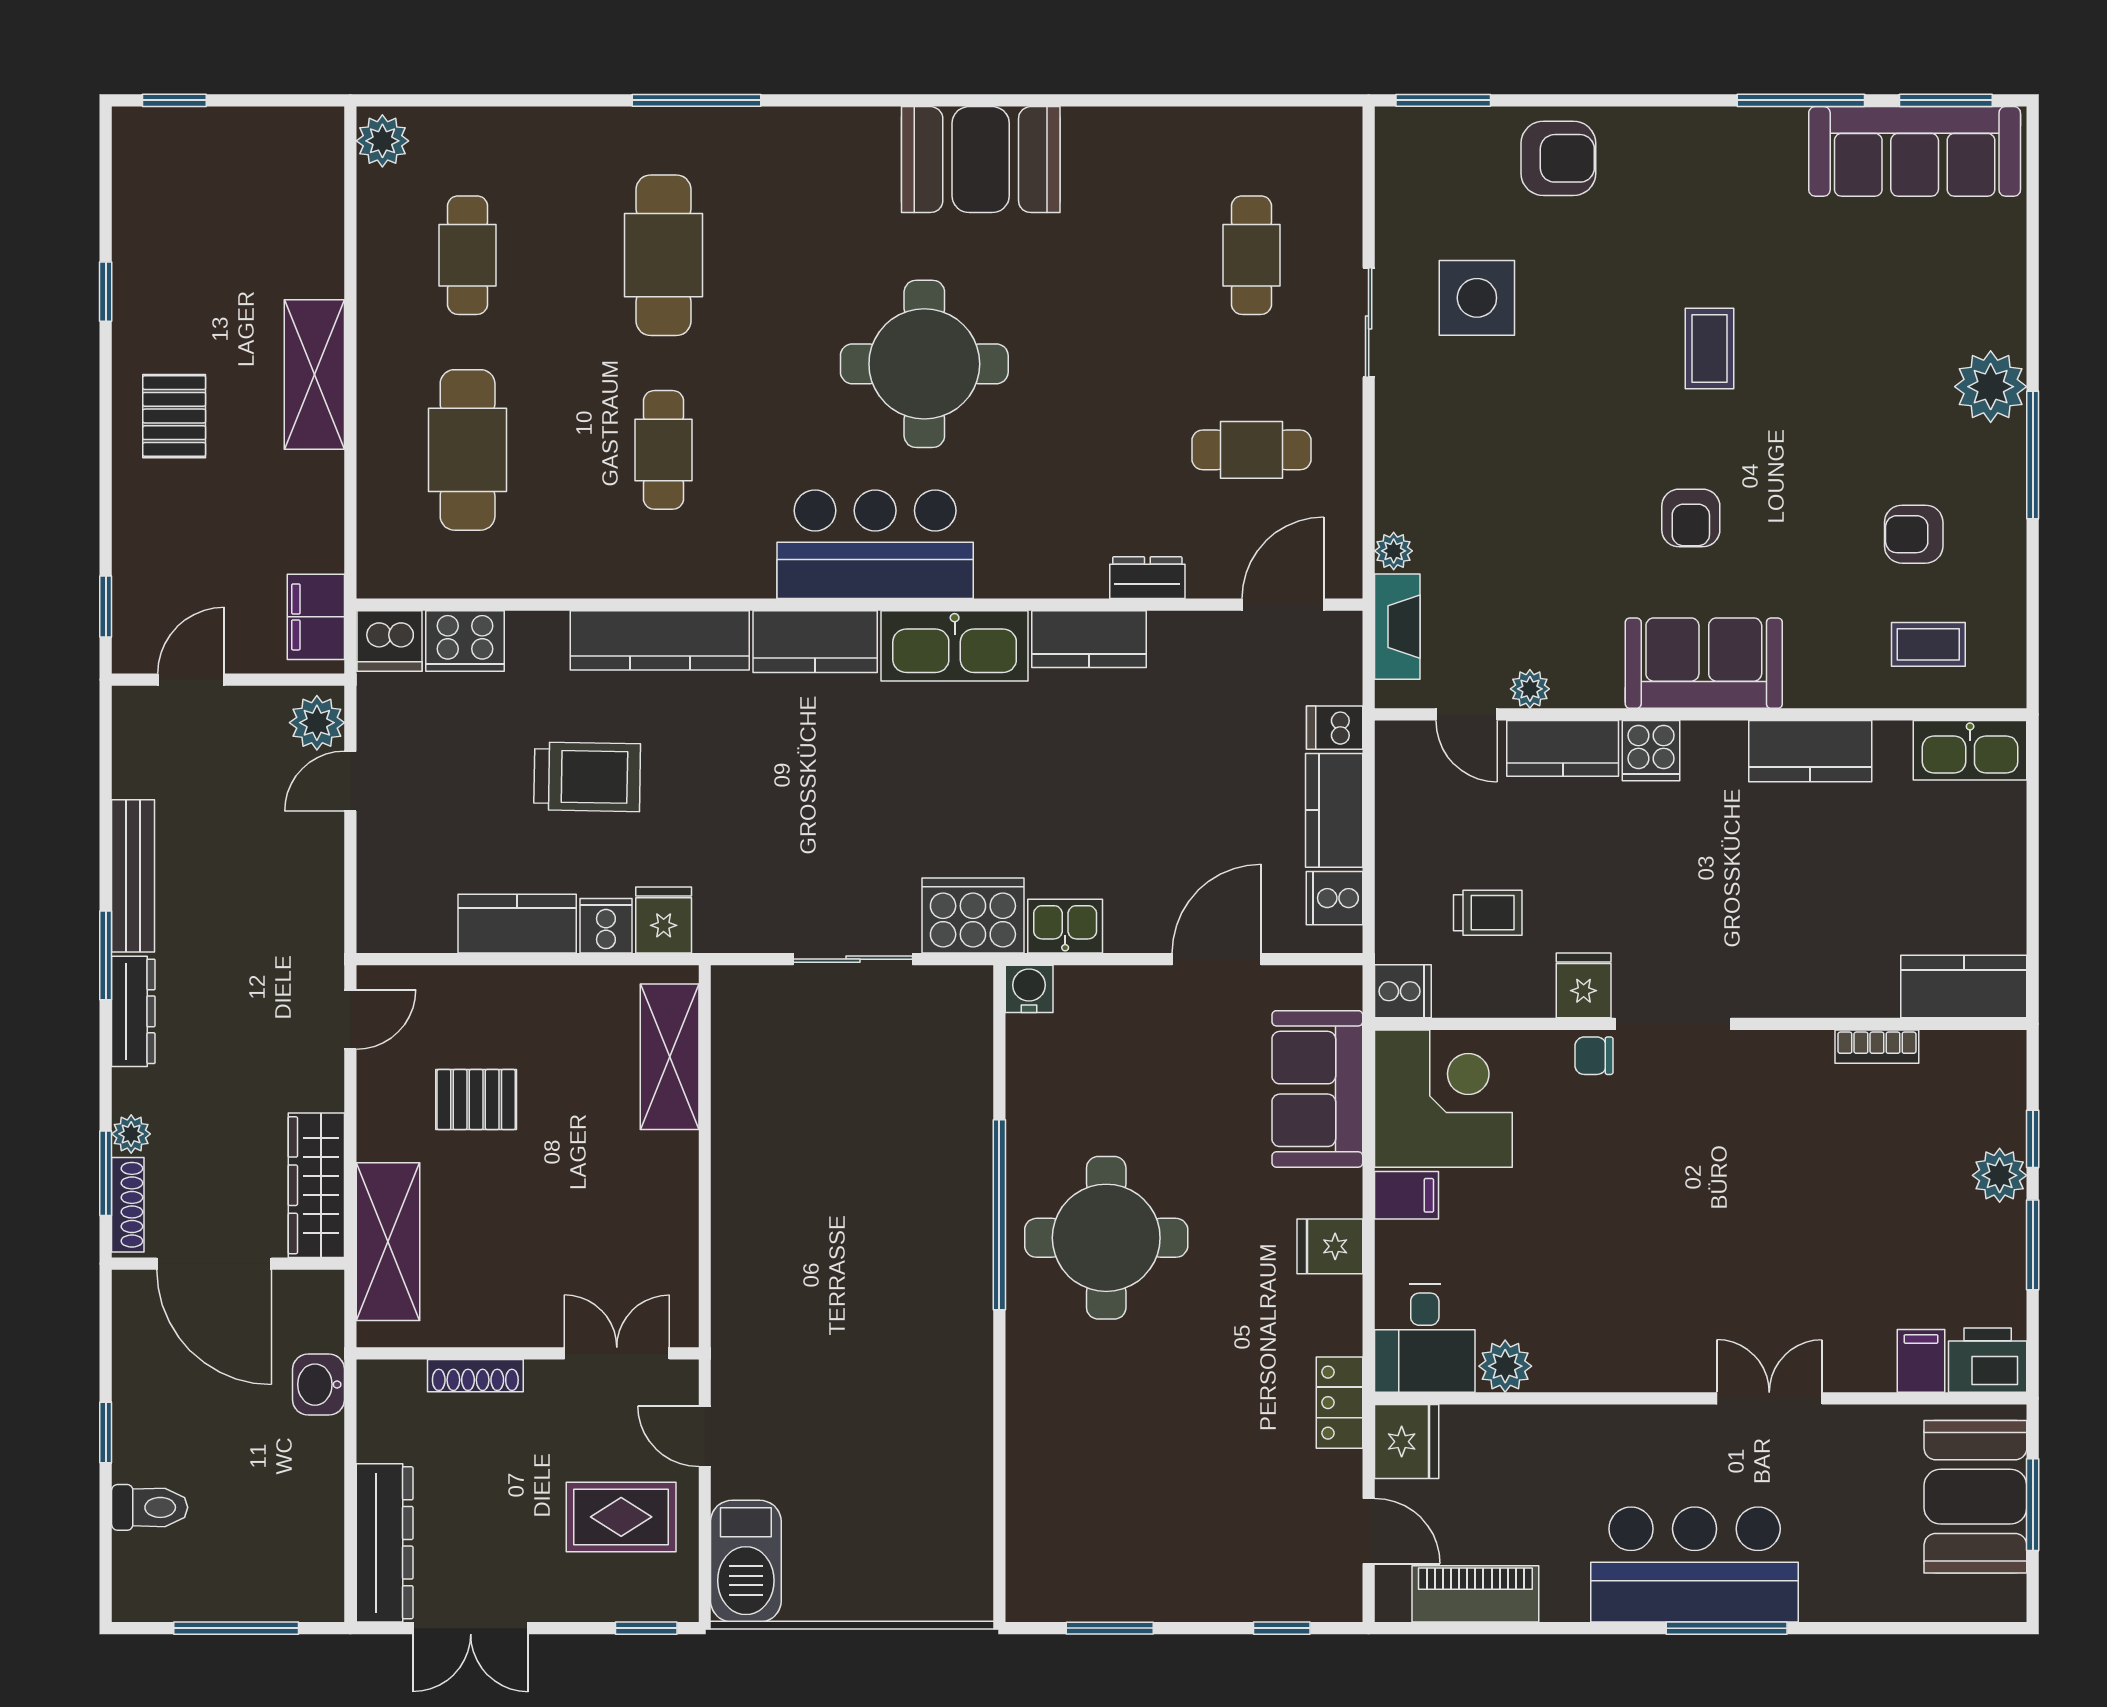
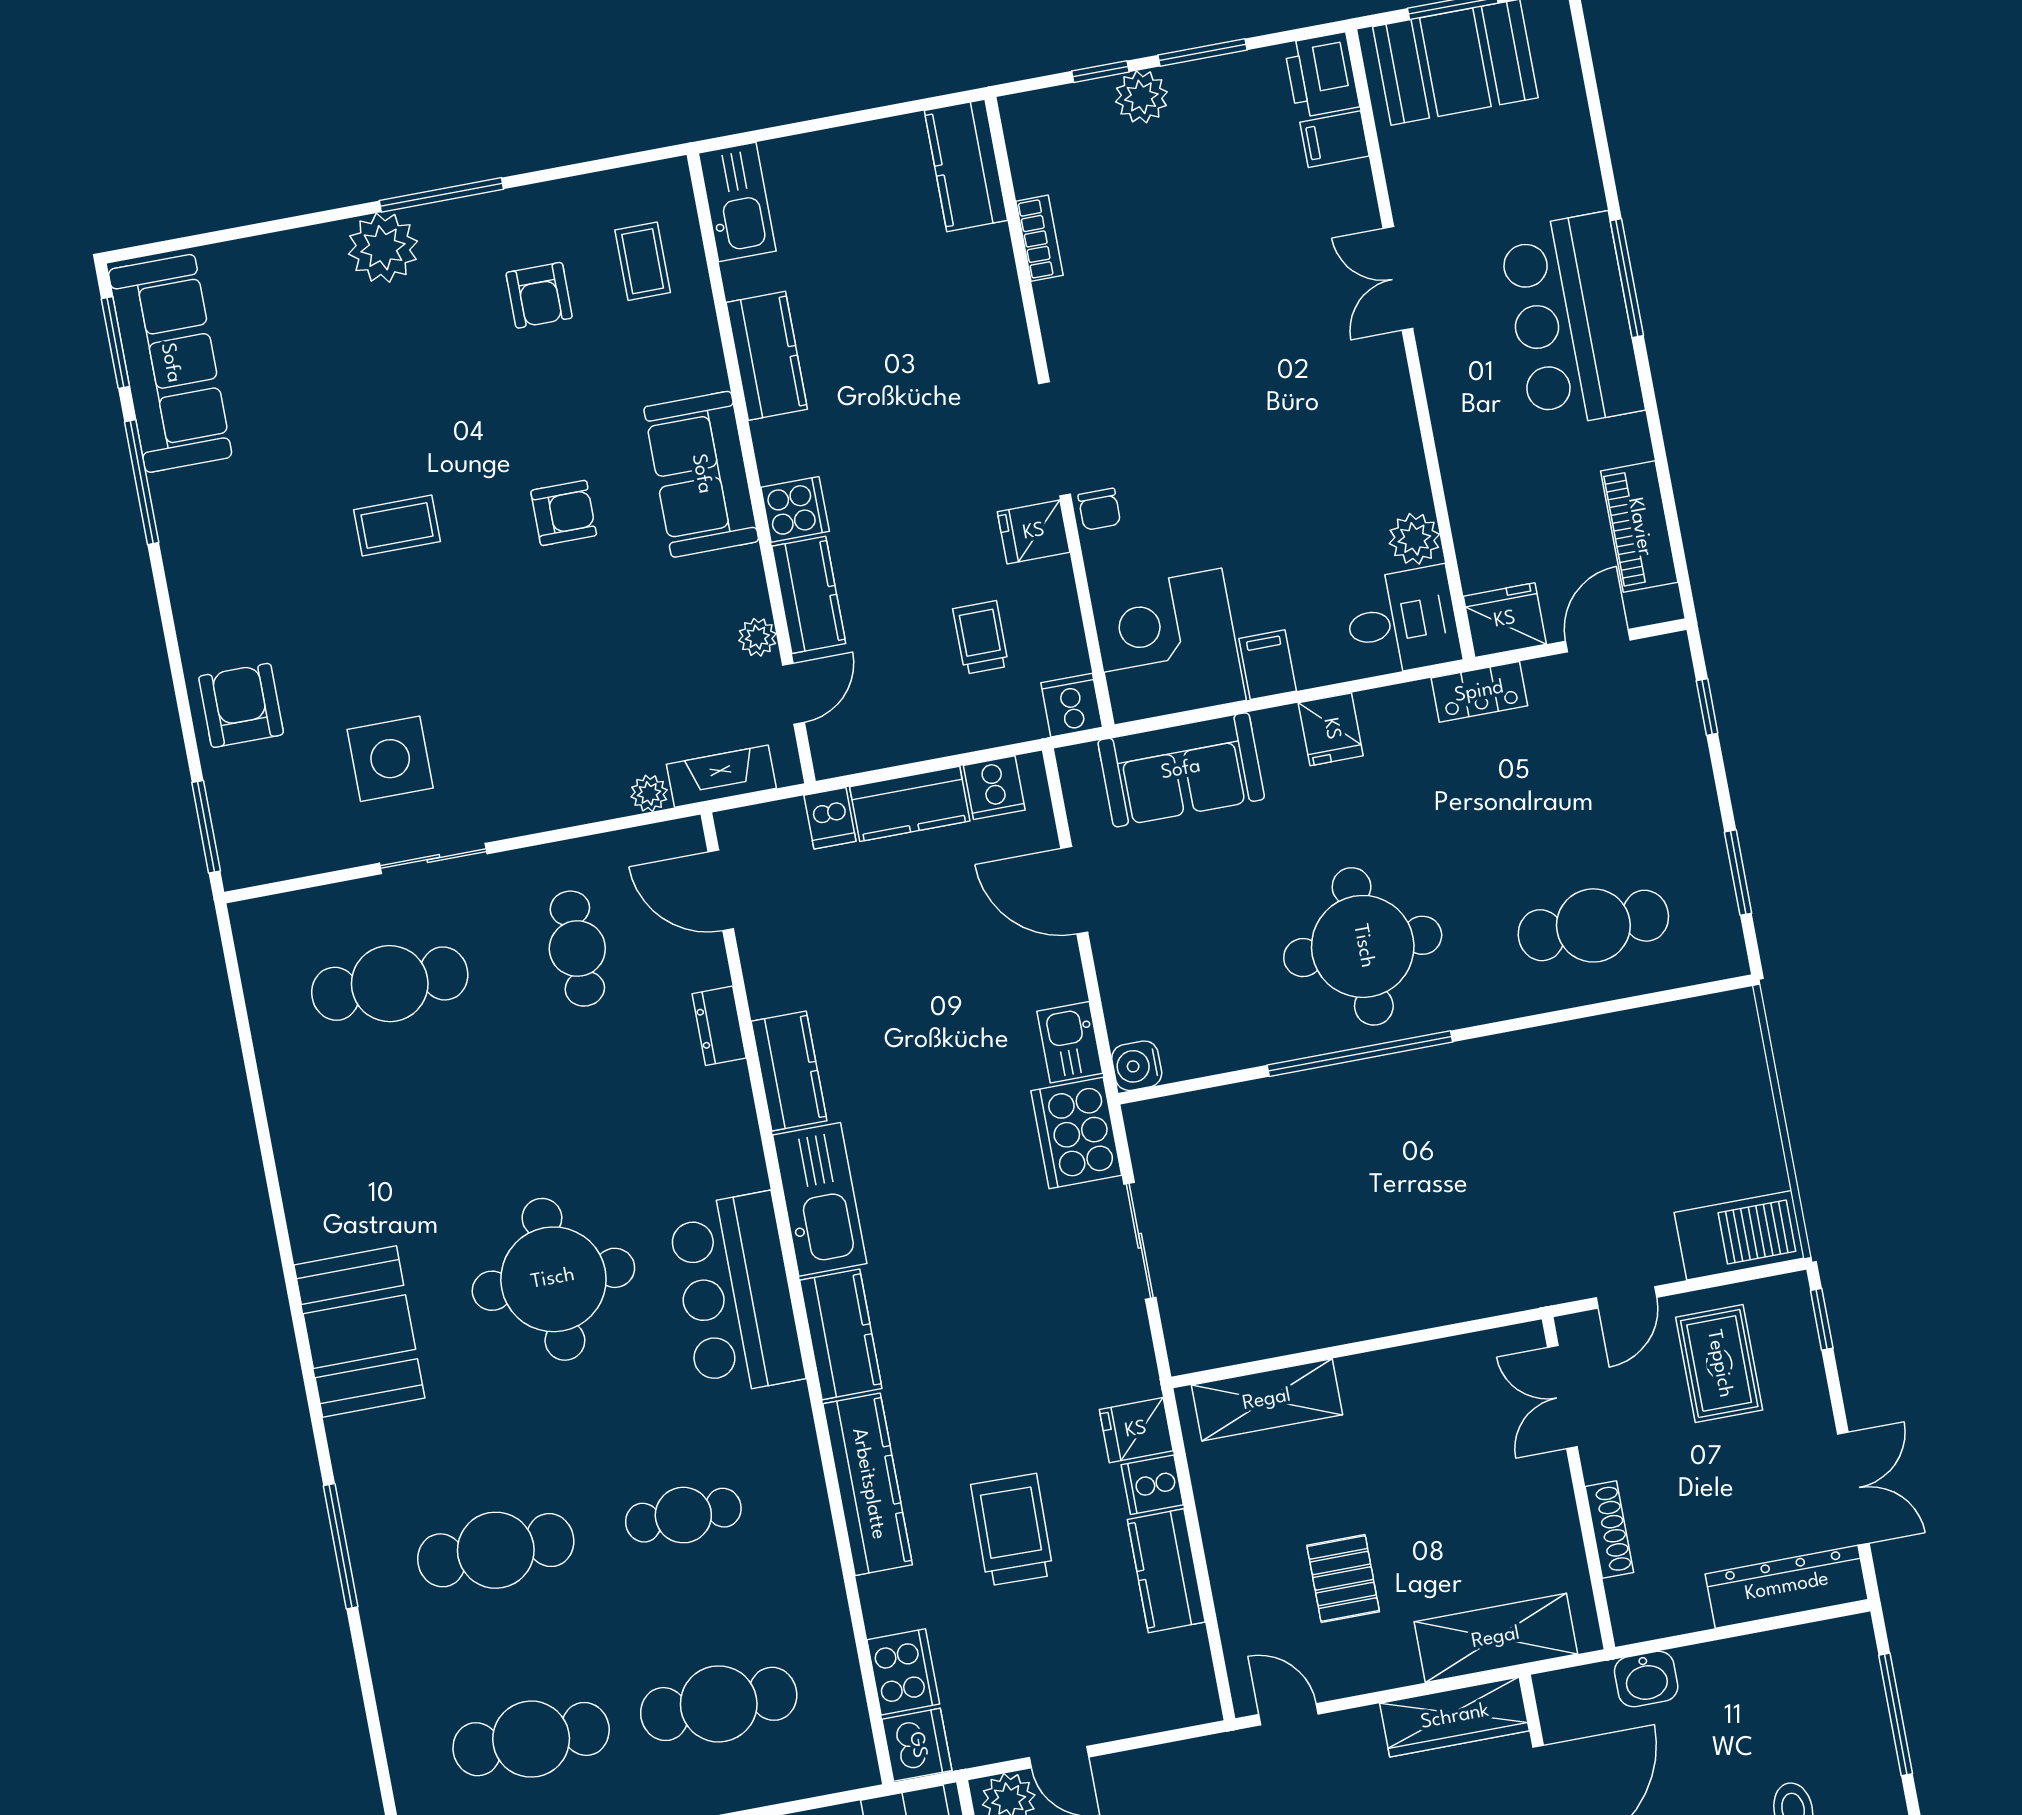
booth: (981, 160) -> (359, 1332), moved
cafe table: (468, 255) -> (531, 1739), width x1.37, depth x1.35
cafe table: (1251, 255) -> (390, 984), width x1.37, depth x1.35
cafe table: (1084, 1473) -> (1593, 925), added

